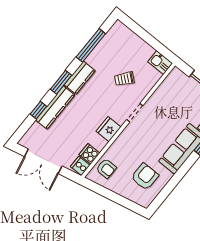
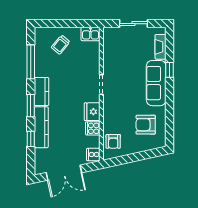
trolley: (124, 79) -> (61, 45), moved
cooker: (89, 154) -> (93, 128), moved
armchair: (106, 168) -> (113, 141), turned 90
armchair: (145, 177) -> (146, 125), turned -90

